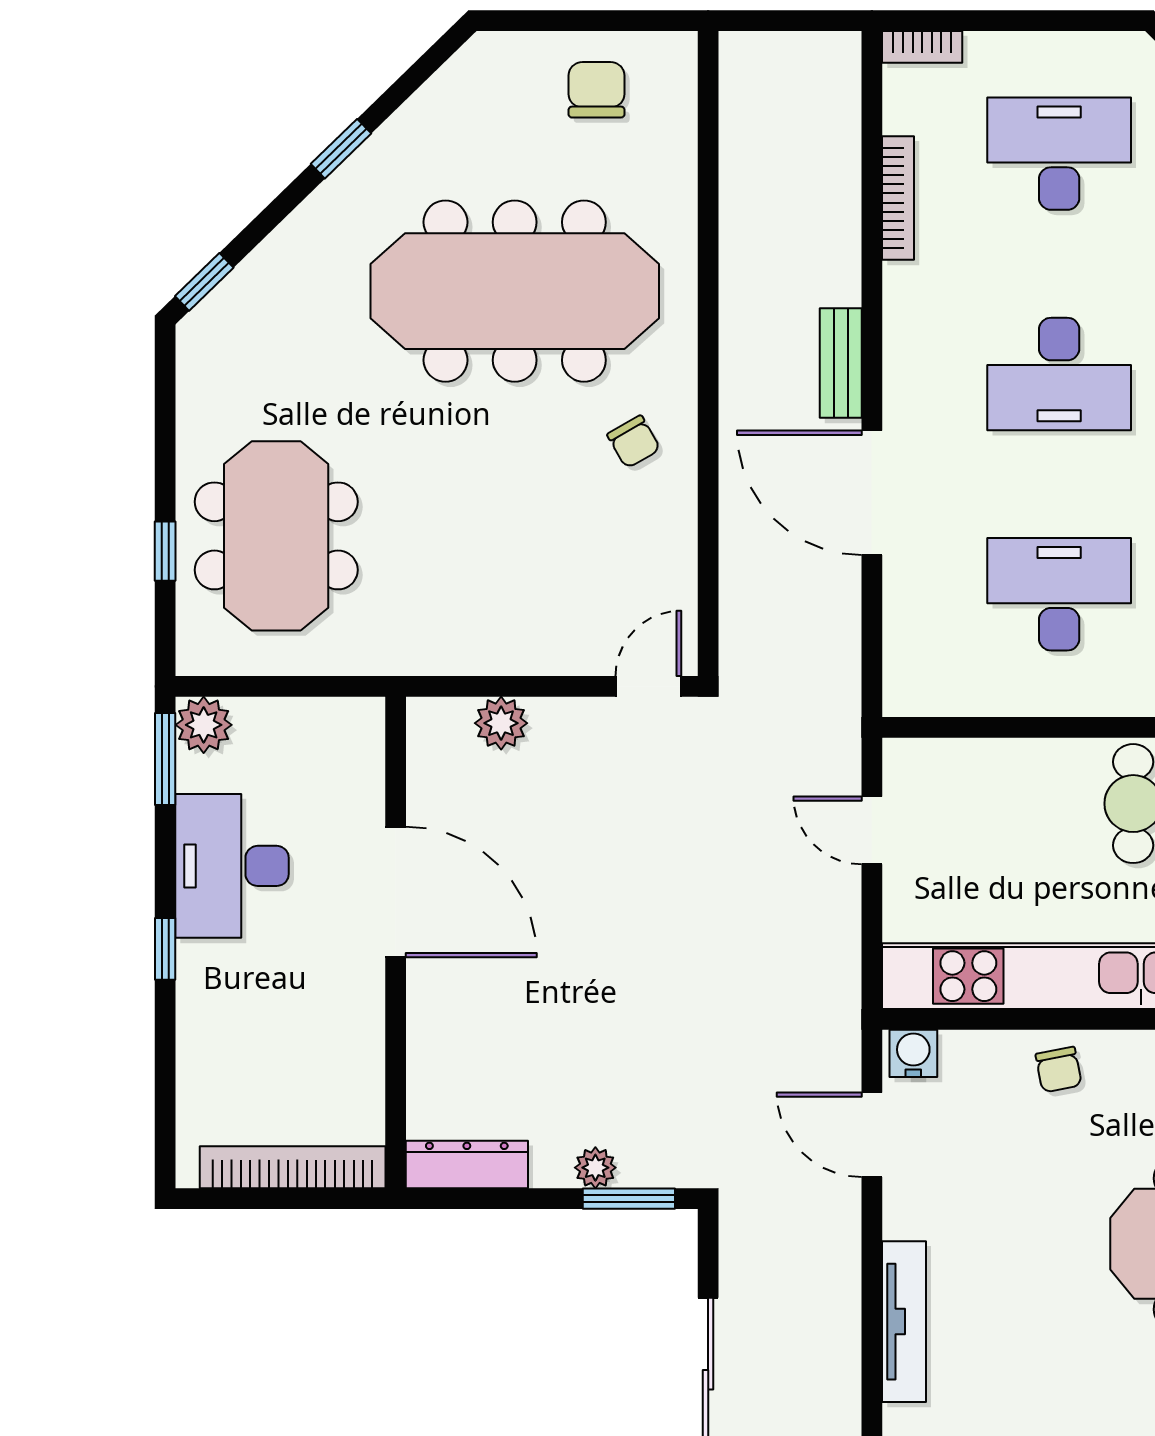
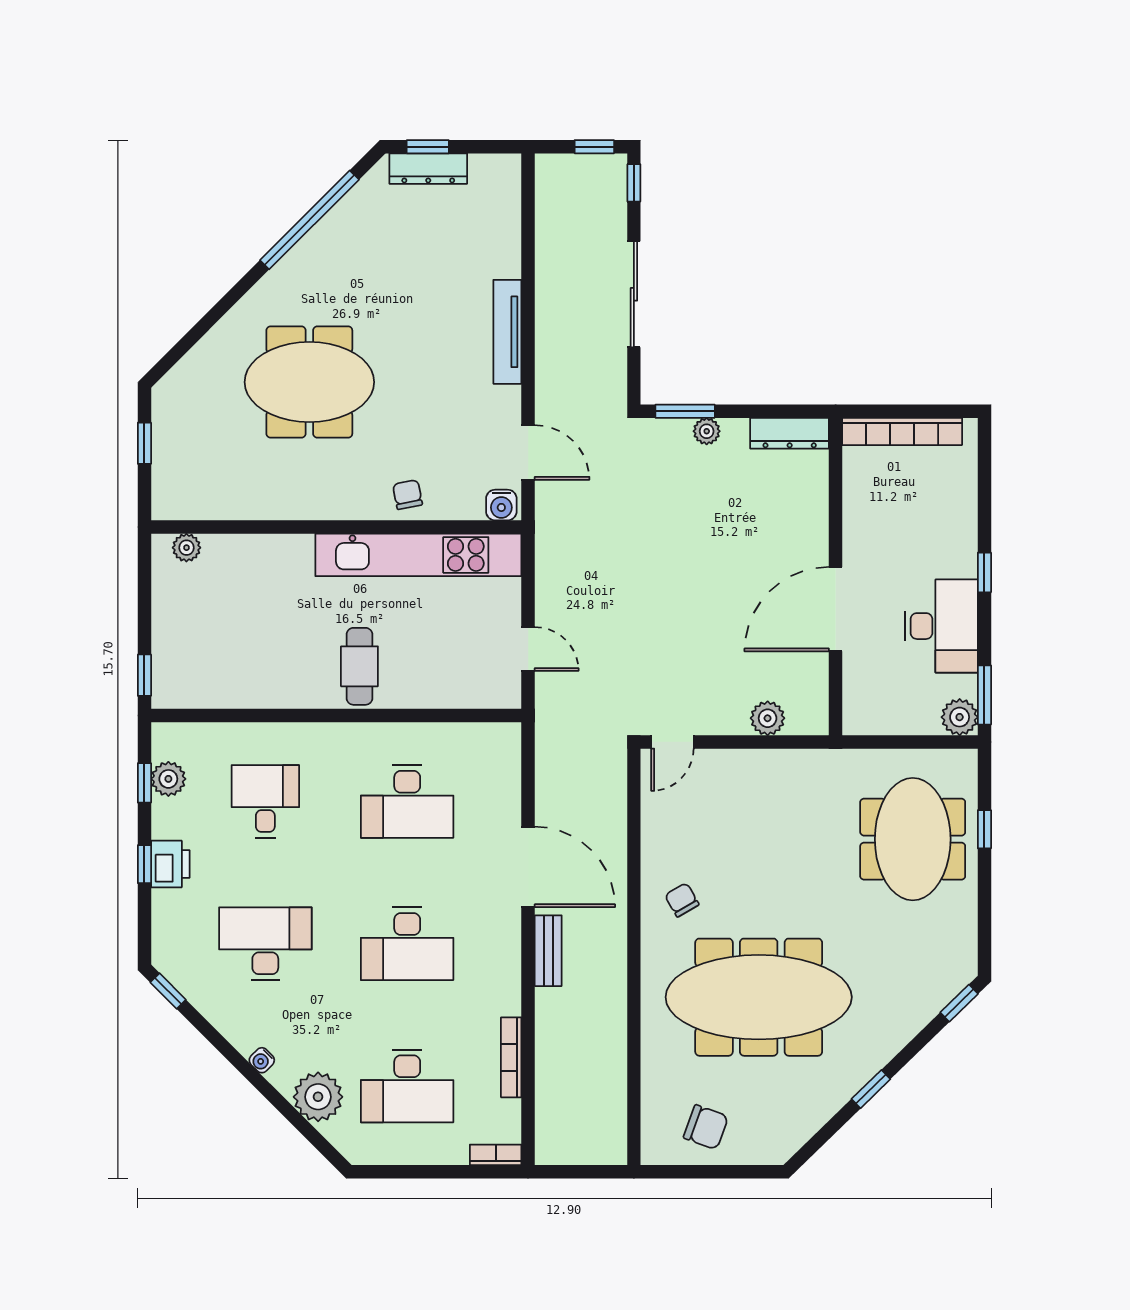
chair: (597, 90) -> (706, 1127), turned -70
desk: (1059, 374) -> (407, 944), turned 180
door: (396, 892) -> (836, 609), hinge flipped

